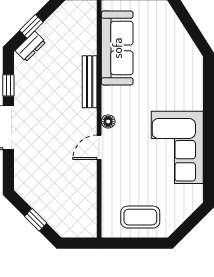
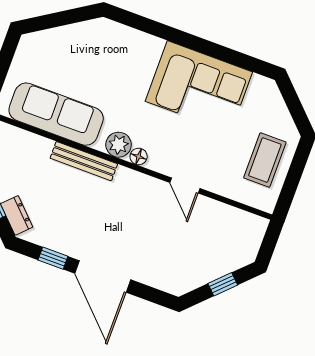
plant: (111, 103) -> (119, 145), added
door: (99, 147) -> (185, 186), moved

